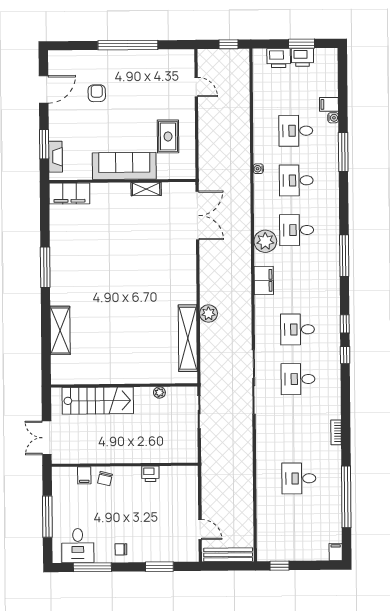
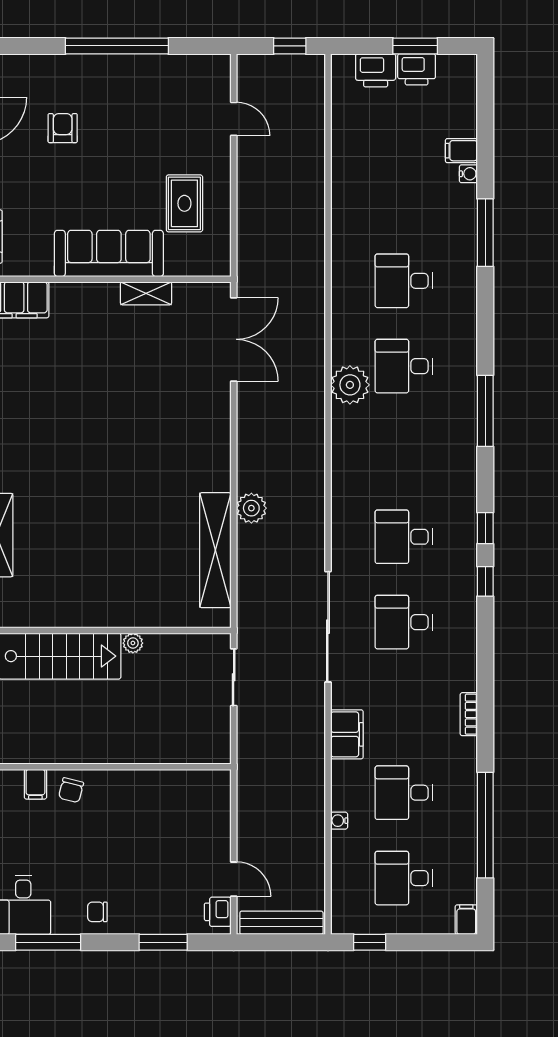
desk: (296, 131) -> (404, 878), moved
water cooler: (258, 169) -> (339, 821), moved
filing cabinet: (264, 280) -> (347, 734), moved
plant: (159, 392) -> (133, 643), moved
printer: (150, 474) -> (218, 912), moved, turned 90

